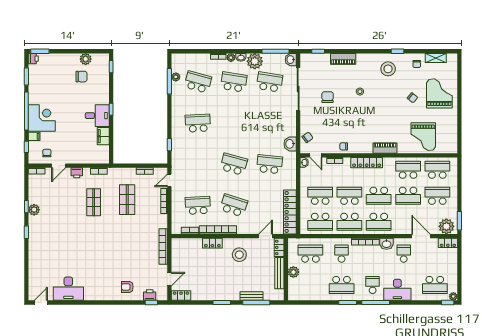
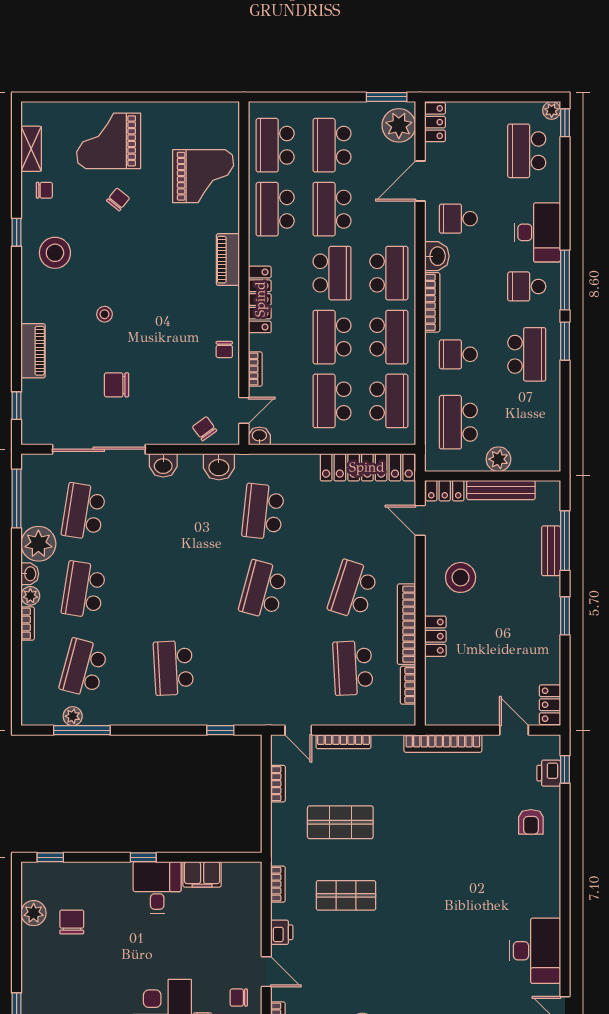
washbasin: (291, 60) -> (163, 465), moved
school desk: (408, 196) -> (332, 209), turned 180
school desk: (435, 285) -> (527, 151), turned 180

